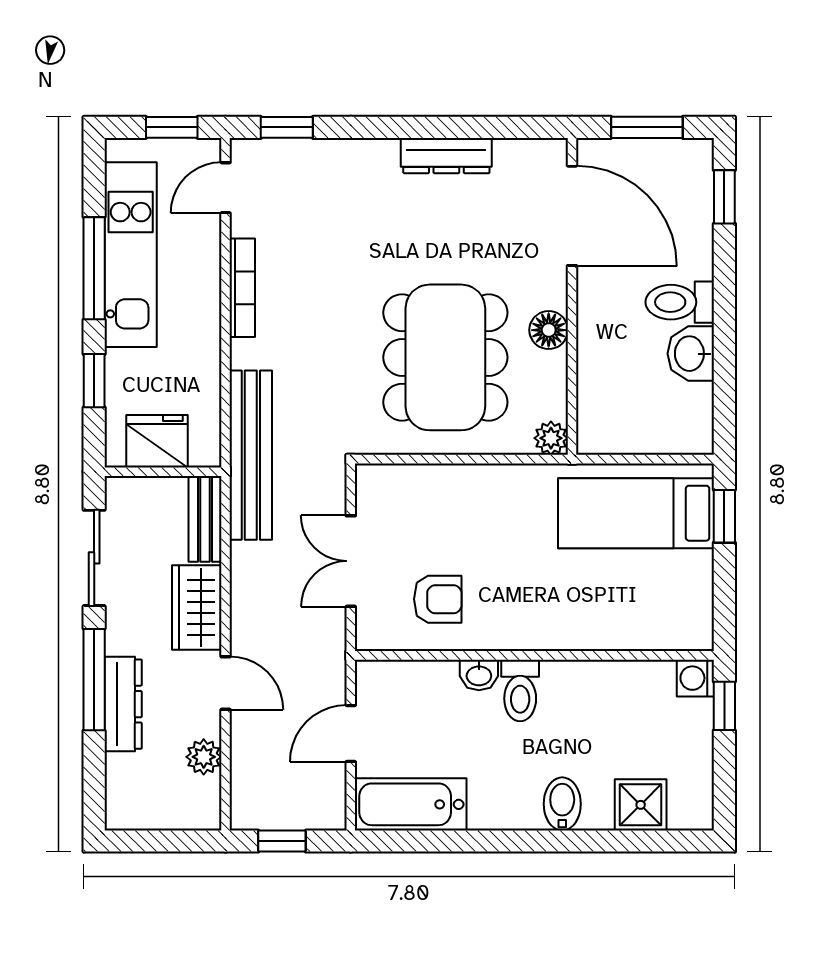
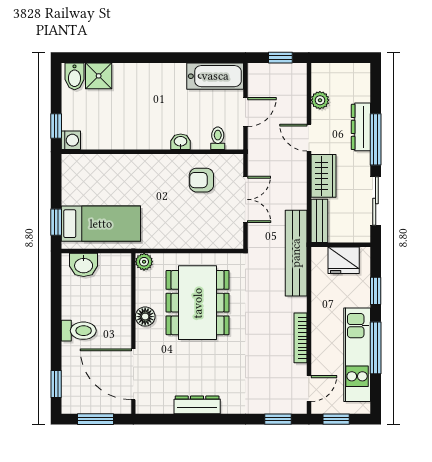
washbasin: (691, 354) -> (84, 265), moved, turned 90
toilet: (520, 690) -> (218, 138), moved, width x0.73, depth x0.72
bidet: (562, 804) -> (75, 76), moved

